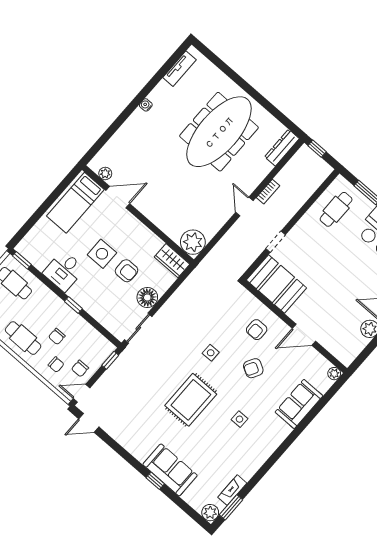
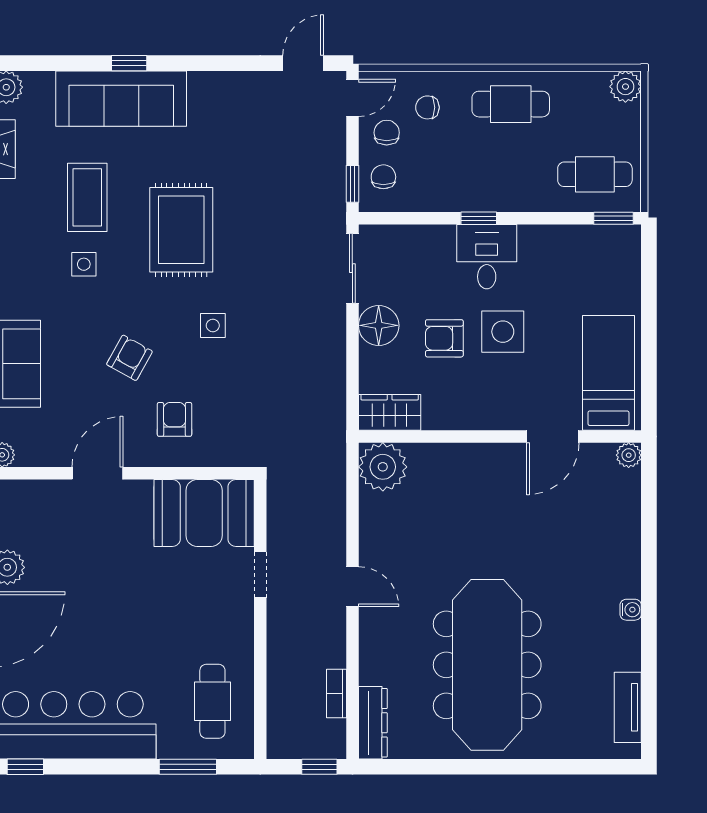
plant: (105, 174) -> (629, 455), moved
bookcase: (268, 192) -> (336, 694), moved
desk: (64, 271) -> (487, 257), moved
chair: (57, 336) -> (383, 177), moved
coffee table: (216, 443) -> (87, 197), added
sofa: (170, 470) -> (121, 99), width x1.36

